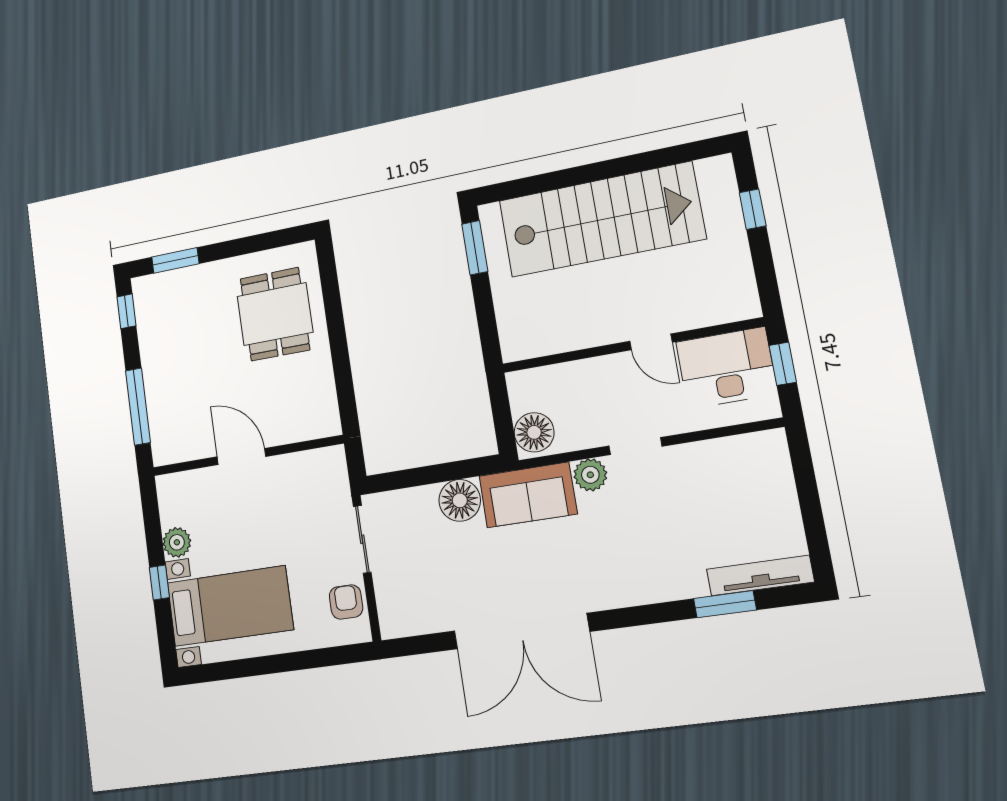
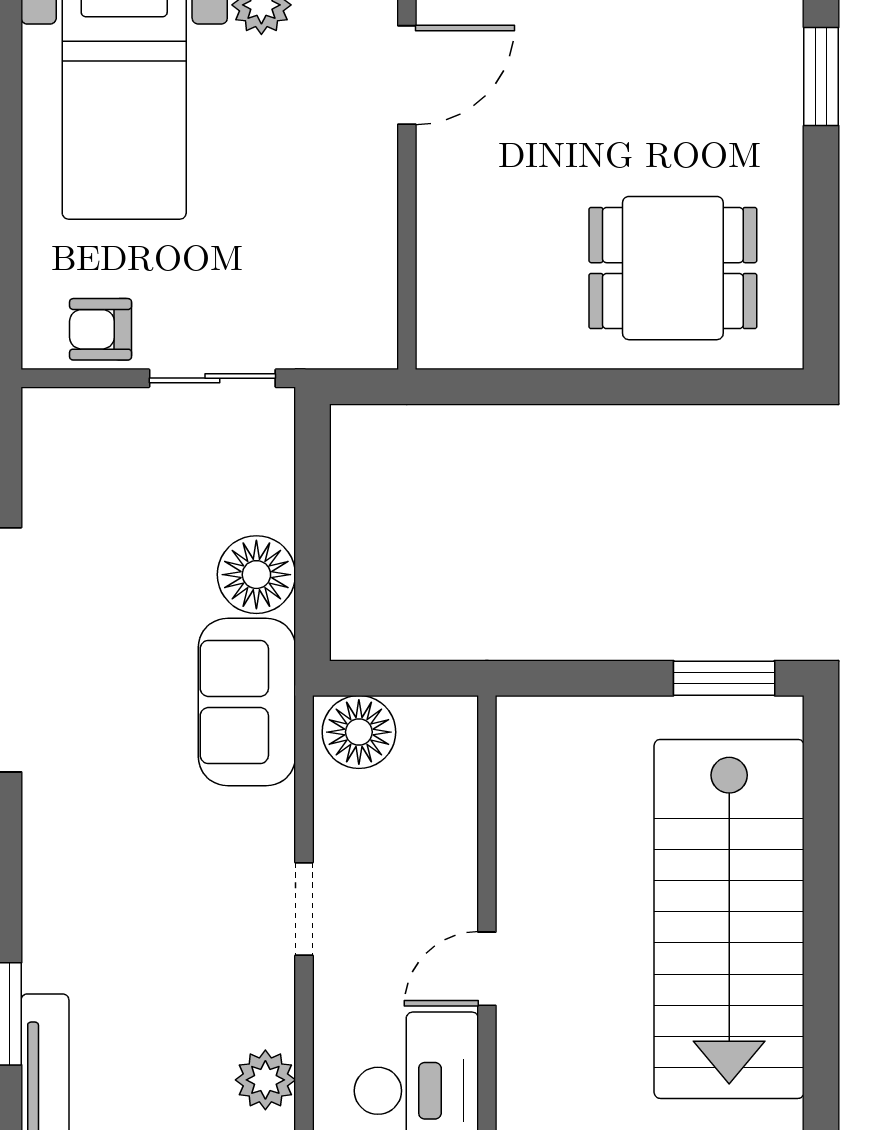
door: (241, 457) -> (407, 75), moved
plant: (590, 475) -> (265, 1080), moved
armchair: (346, 602) -> (101, 329), turned 180

